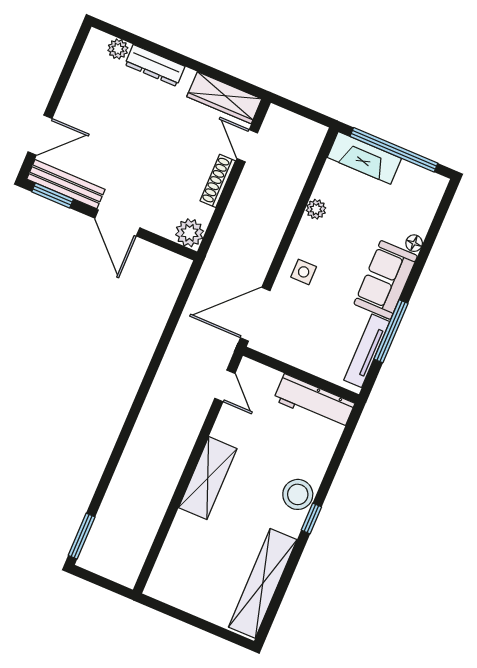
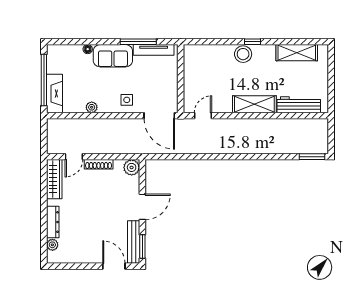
workbench: (314, 402) -> (299, 105), moved, turned -90
shelving: (263, 583) -> (297, 53), width x0.68

